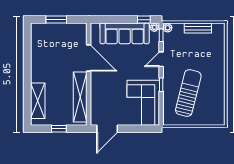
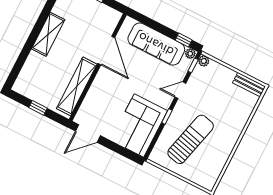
bench: (198, 28) -> (249, 85), moved
shelving: (38, 101) -> (48, 34), moved

